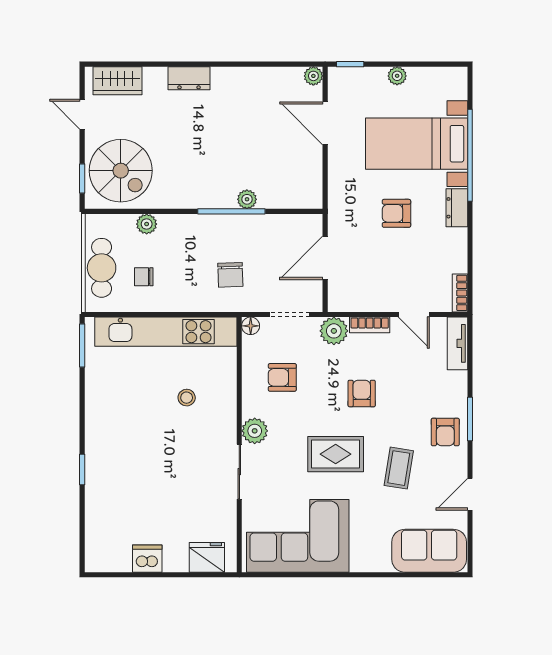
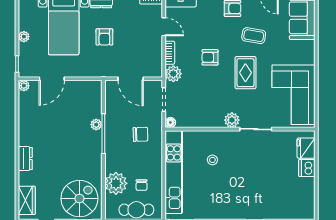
plant: (147, 224) -> (116, 183), width x1.87, depth x1.87
door: (414, 315) -> (164, 27), hinge flipped
armchair: (282, 377) -> (201, 104), removed
dishwasher: (147, 559) -> (307, 168), moved

